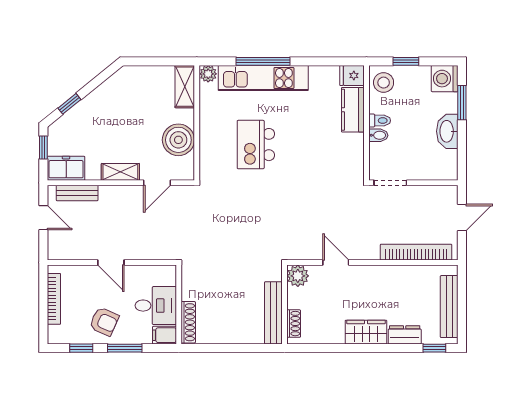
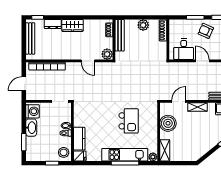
washing machine: (445, 79) -> (32, 111), moved
desk: (156, 306) -> (184, 49), moved, turned -90
plant: (227, 333) -> (143, 25), added
filing cabinet: (164, 335) -> (175, 24), removed

